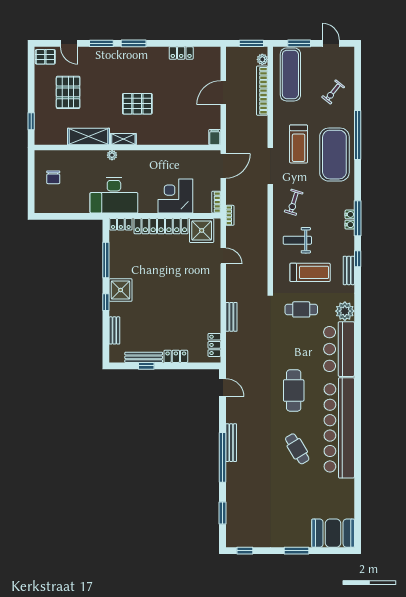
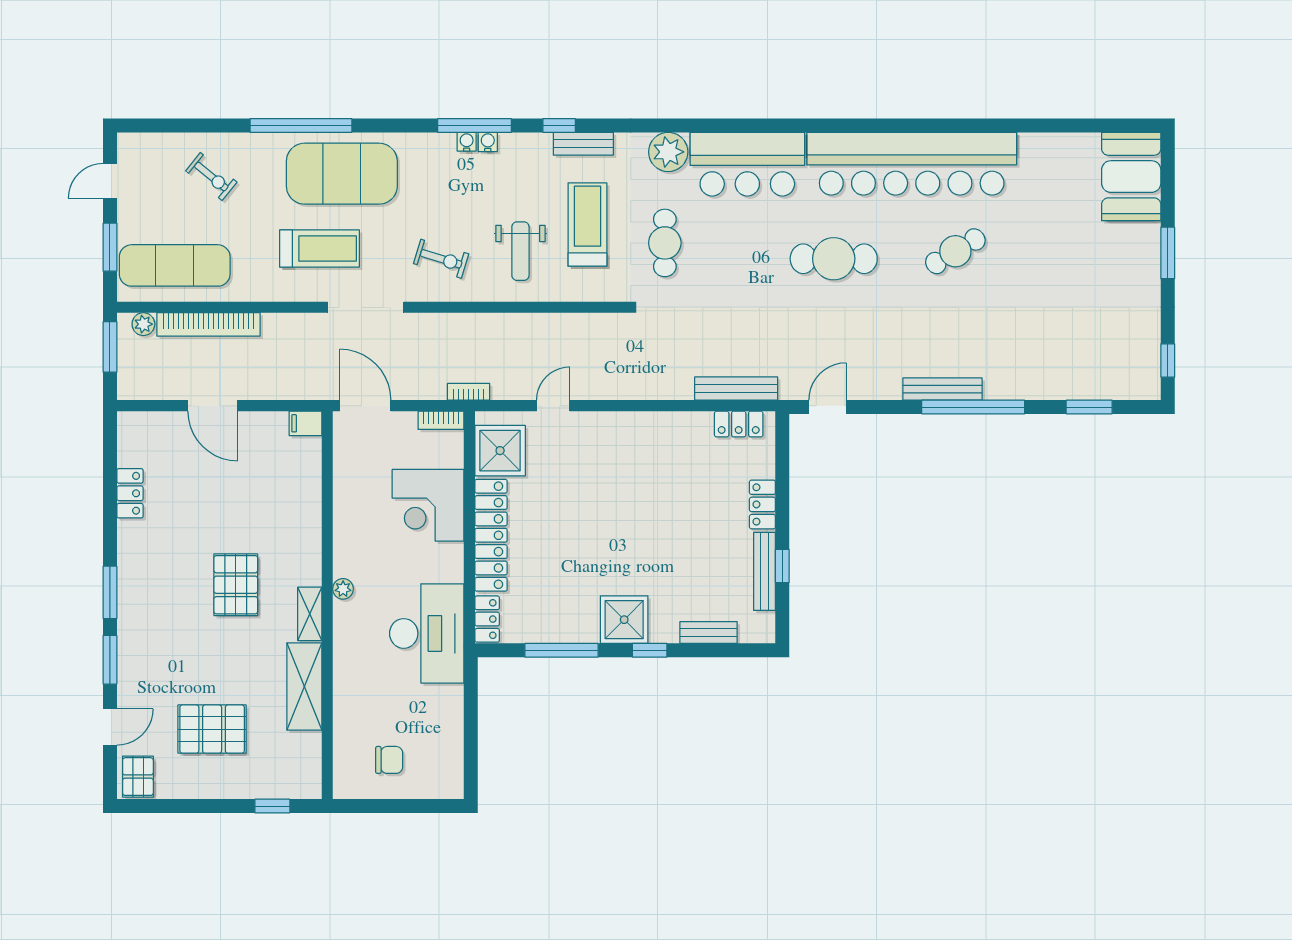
plant: (112, 155) -> (343, 589), moved
bench: (231, 317) -> (736, 389), moved, width x1.36

